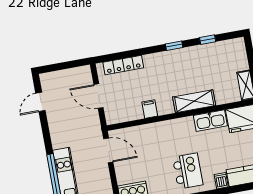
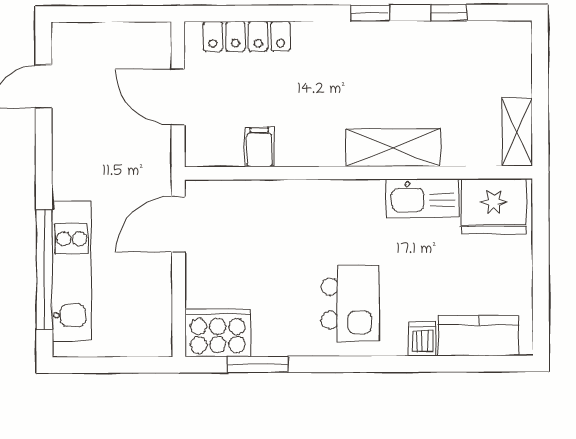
filing cabinet: (150, 109) -> (259, 147), moved
door: (108, 150) -> (178, 224), swing flipped

